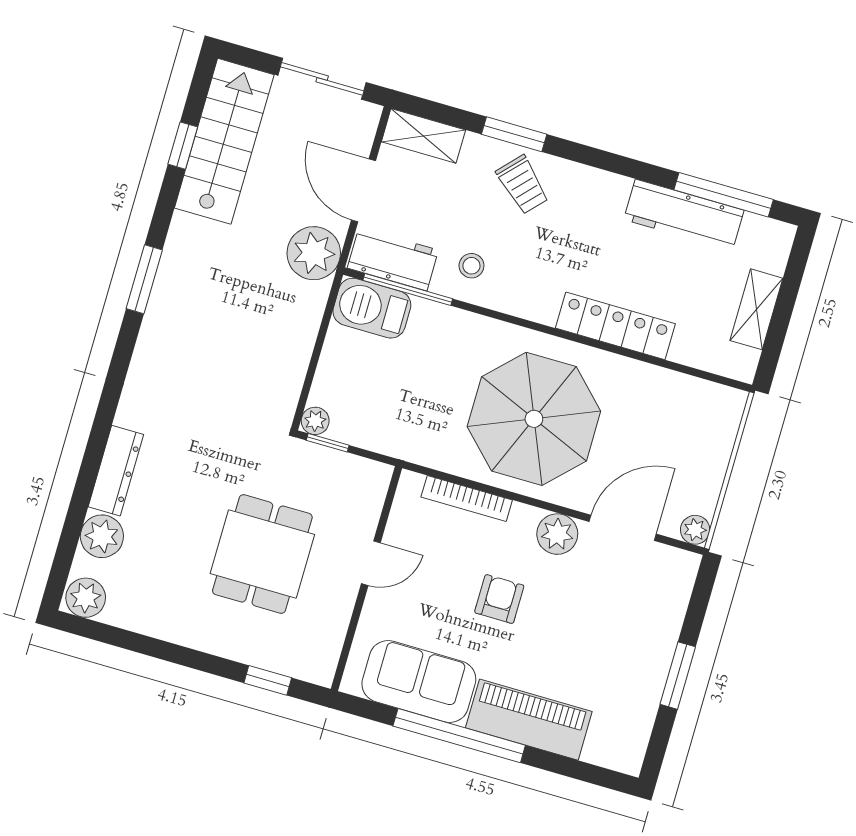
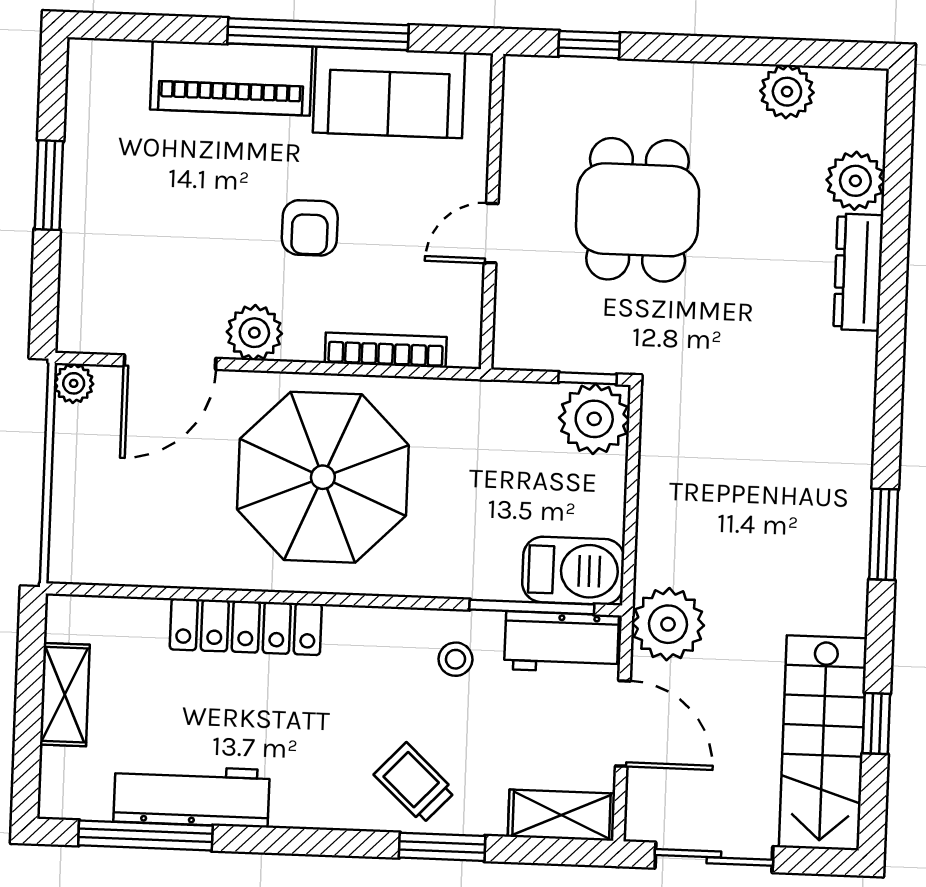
plant: (315, 421) -> (594, 419), width x1.88, depth x1.88
plant: (86, 598) -> (787, 92), moved

